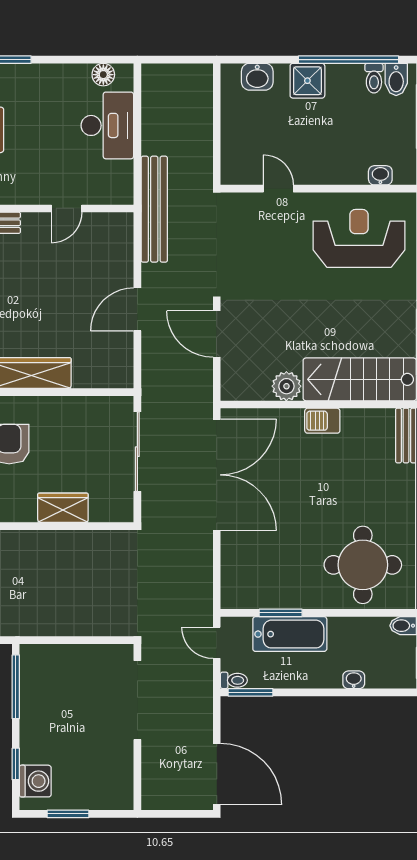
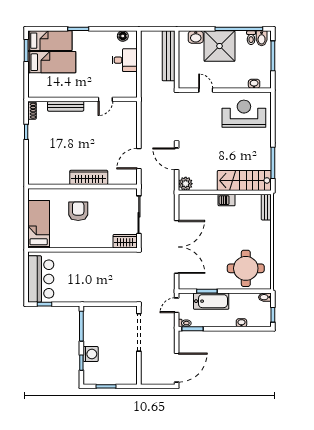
shower: (307, 81) -> (220, 46), width x1.86, depth x1.86
desk: (107, 125) -> (125, 60), width x0.73
bench: (154, 209) -> (169, 56), moved
door: (137, 309) -> (139, 159), moved
plant: (286, 386) -> (186, 184), moved
double door: (217, 475) -> (177, 247), moved
wardrobe: (63, 508) -> (125, 241), moved
door: (217, 643) -> (177, 305), hinge flipped
door: (217, 774) -> (177, 368), hinge flipped
washing machine: (35, 781) -> (91, 354), moved

